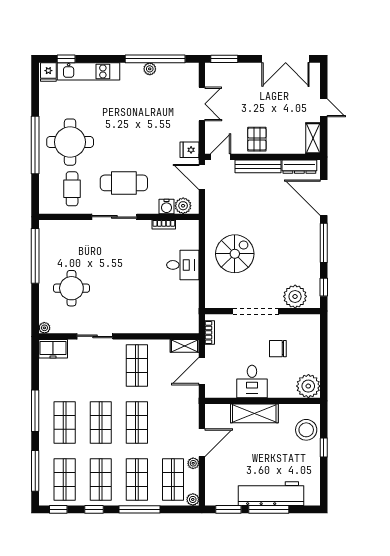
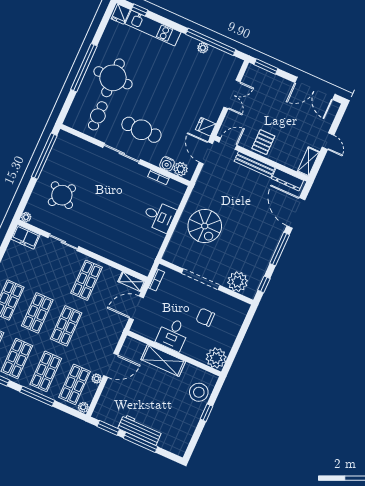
spiral stairs: (235, 254) -> (205, 226), turned 90
round table: (71, 288) -> (62, 195), turned 31
workbench: (271, 494) -> (140, 430), width x0.73, depth x0.76

